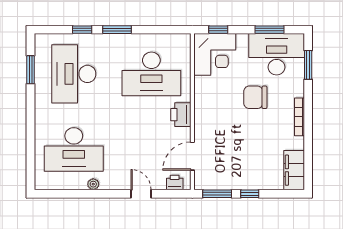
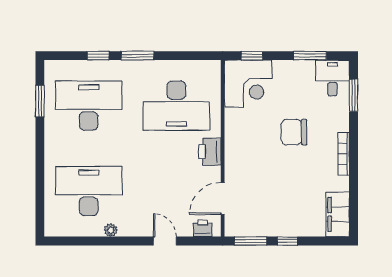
desk: (277, 54) -> (332, 78), width x0.53, depth x0.77
desk: (74, 74) -> (89, 106), turned 90
desk: (74, 149) -> (89, 191), turned 180

